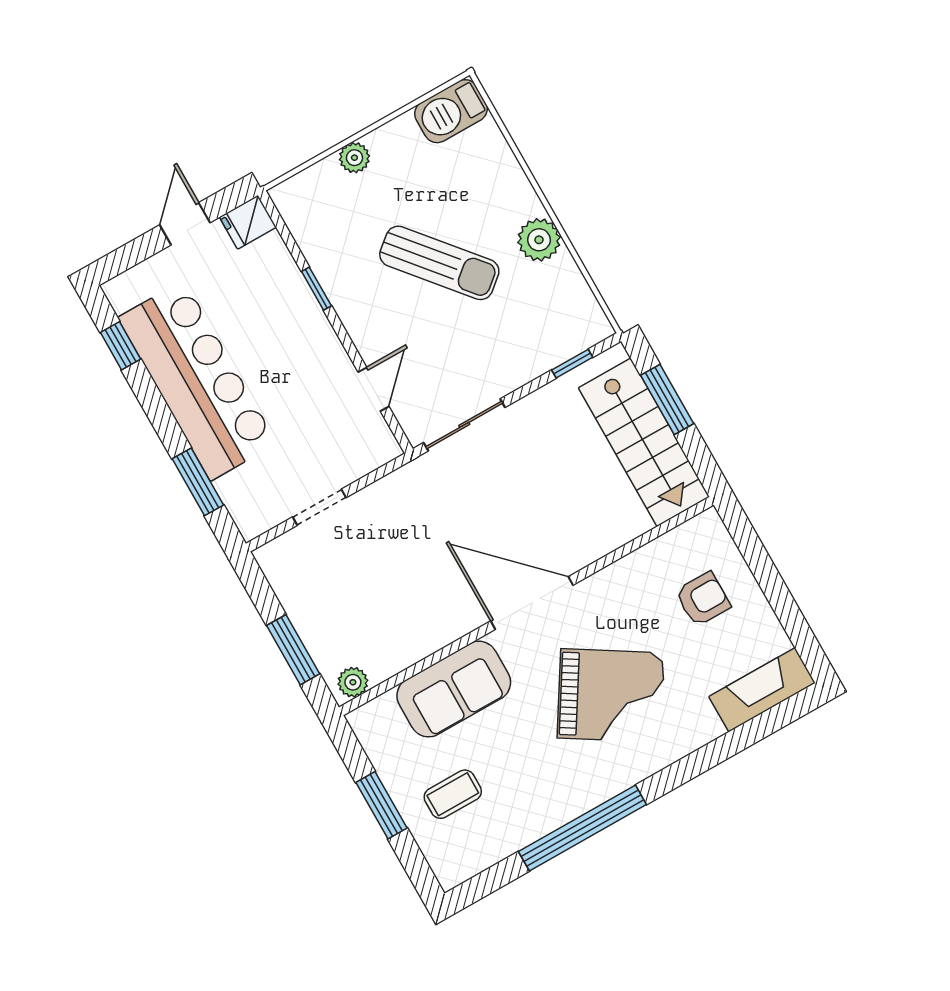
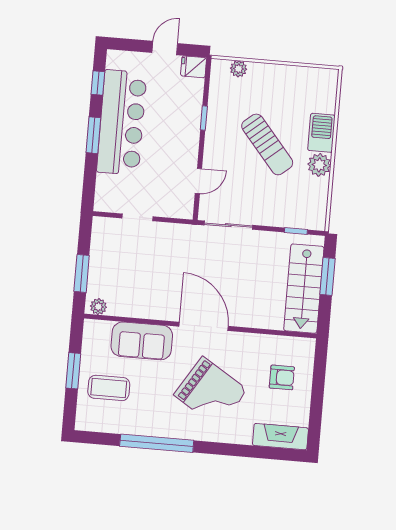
barbecue: (451, 111) -> (321, 133), moved, turned 90
plant: (354, 158) -> (239, 69), moved
window: (198, 482) -> (93, 135), moved
coffee table: (453, 794) -> (109, 388), width x1.36, depth x1.30

